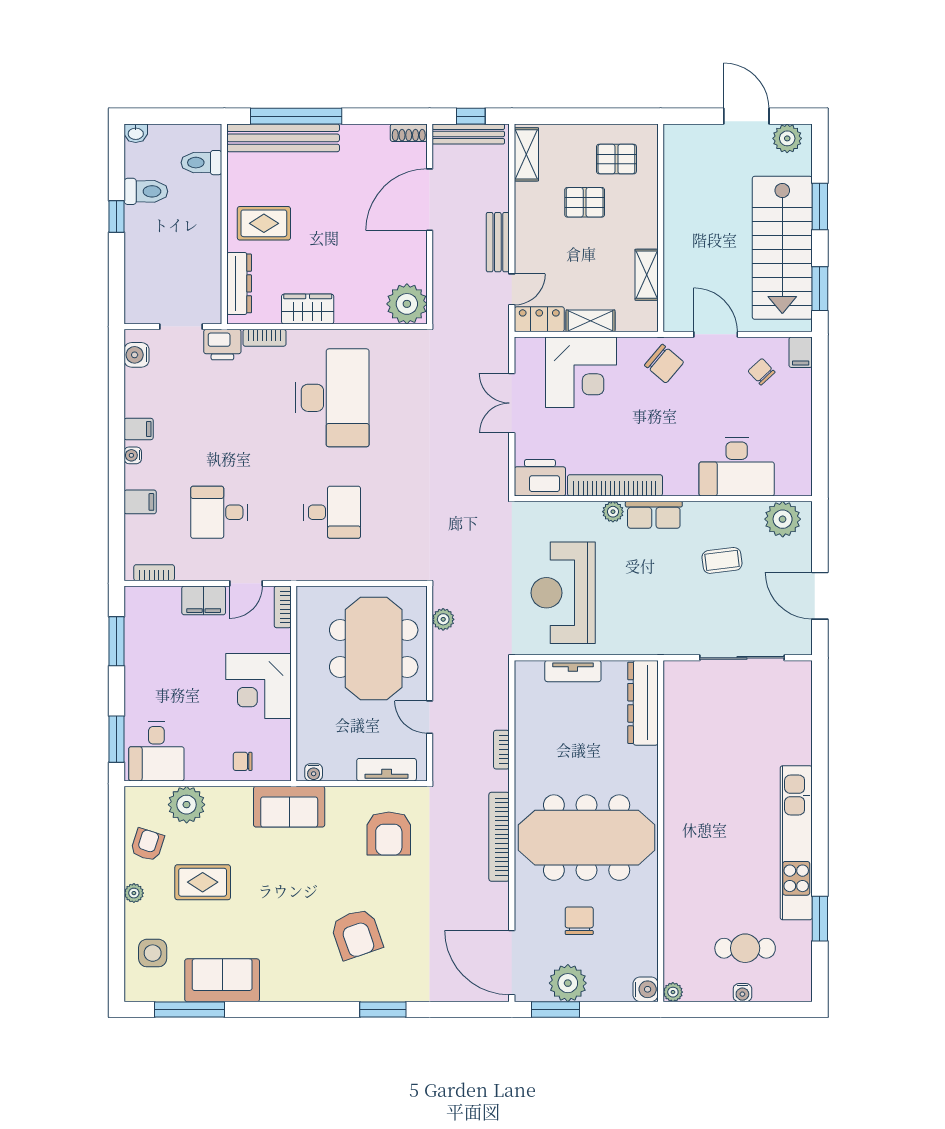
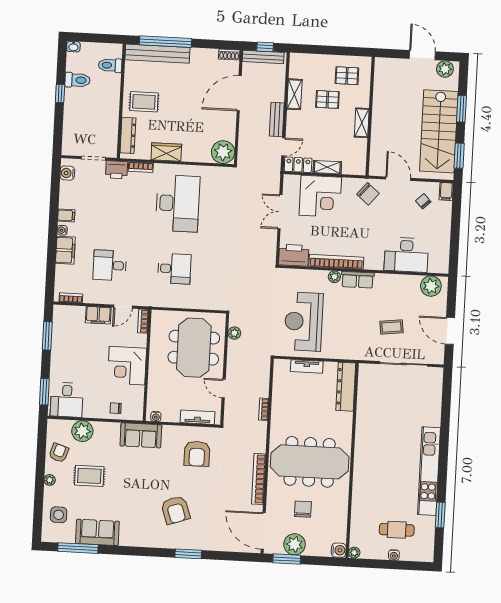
shelving: (526, 154) -> (294, 94), moved
shelving: (647, 275) -> (362, 123), moved
filing cabinet: (140, 502) -> (65, 250), width x2.00
coffee table: (722, 560) -> (391, 327), moved
bookcase: (499, 837) -> (259, 479), moved

